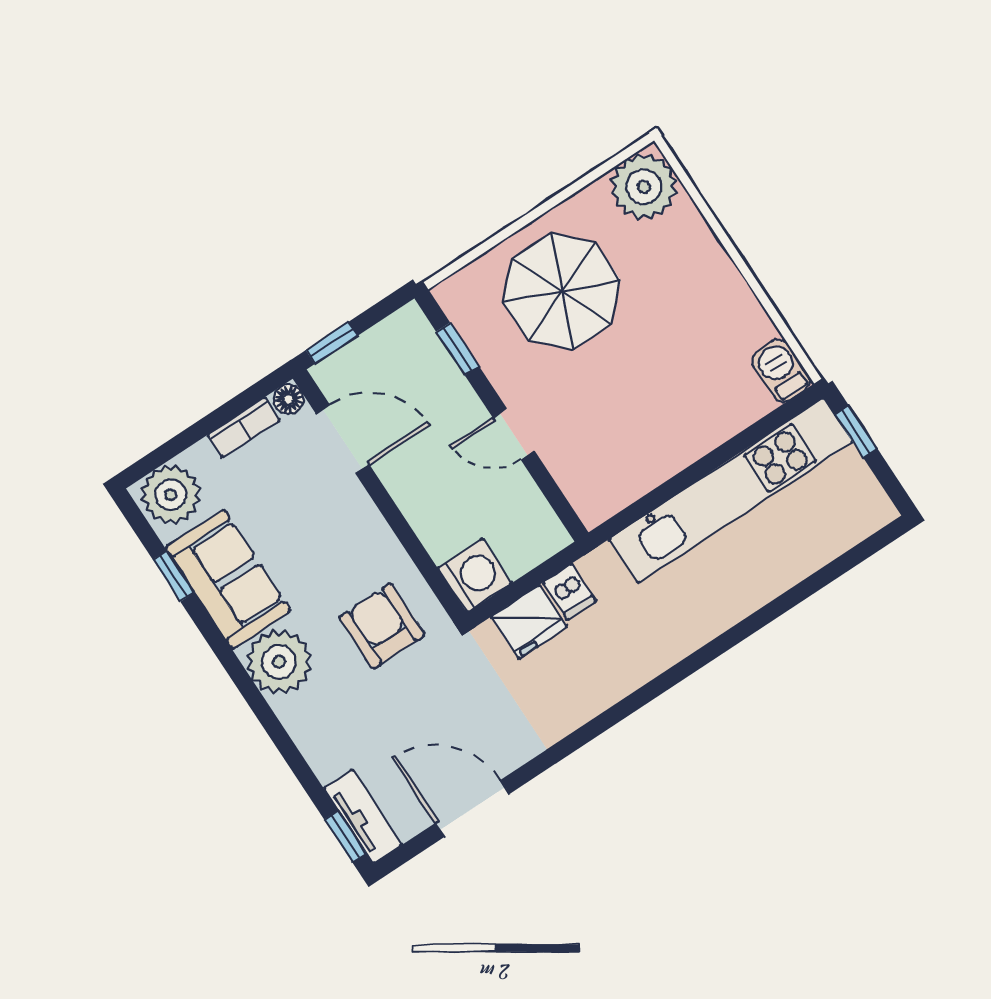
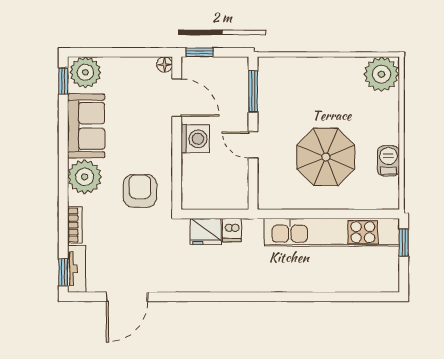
parasol: (562, 291) -> (326, 157), moved
window: (458, 349) -> (253, 91), width x1.50
barbecue: (781, 371) -> (388, 161), moved
bookcase: (244, 427) -> (75, 225), moved, turned -90
washing machine: (475, 575) -> (195, 139), moved
window: (174, 576) -> (63, 81), moved
door: (472, 808) -> (127, 297), swing flipped

